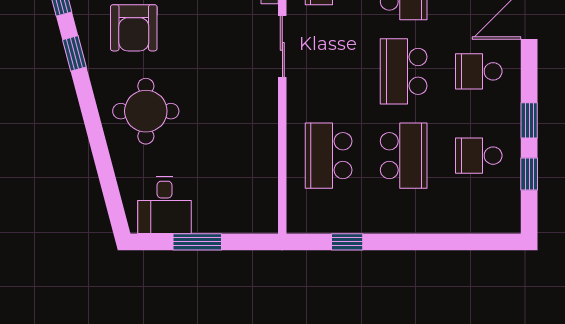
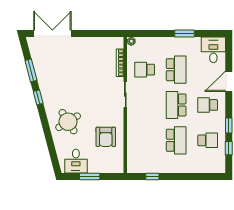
armchair: (134, 28) -> (106, 137), moved
round table: (146, 111) -> (68, 122), turned -32
school desk: (329, 156) -> (145, 140), removed
school desk: (479, 156) -> (208, 140), turned 180

